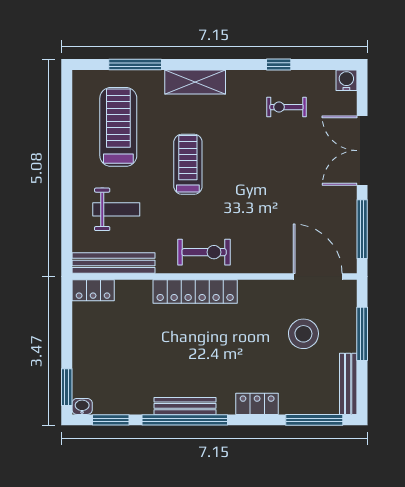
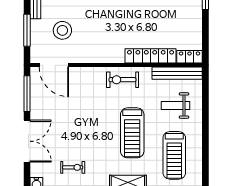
treadmill: (188, 164) -> (132, 133), width x1.37, depth x1.38
locker: (195, 292) -> (151, 56), moved

